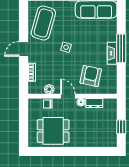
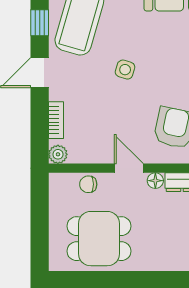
window: (24, 24) -> (40, 23), added
plant: (49, 89) -> (58, 154), moved

